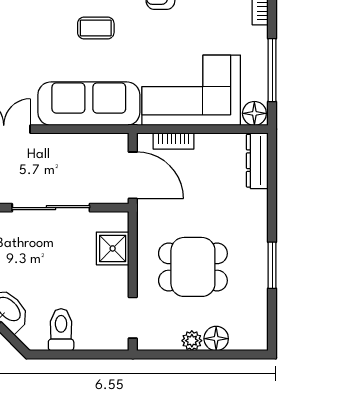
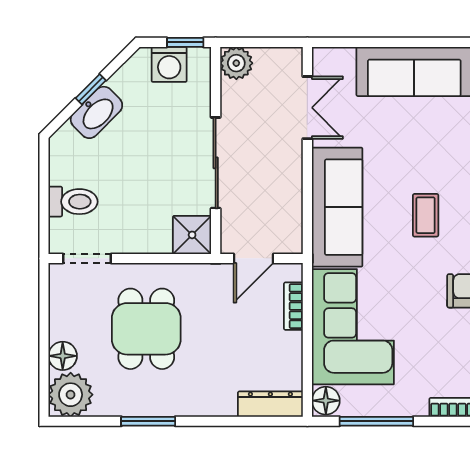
door: (133, 175) -> (254, 258), width x0.73
shower: (113, 248) -> (192, 235), moved
toilet: (61, 330) -> (73, 202), moved
plant: (192, 341) -> (71, 395), moved, width x1.87, depth x1.87

